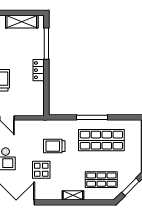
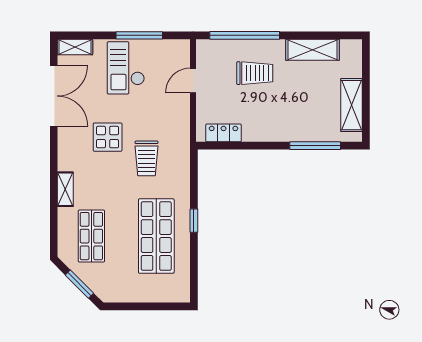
locker: (39, 70) -> (223, 133), moved
window: (92, 117) -> (194, 221), width x0.46
trolley: (54, 146) -> (147, 158), turned 180

